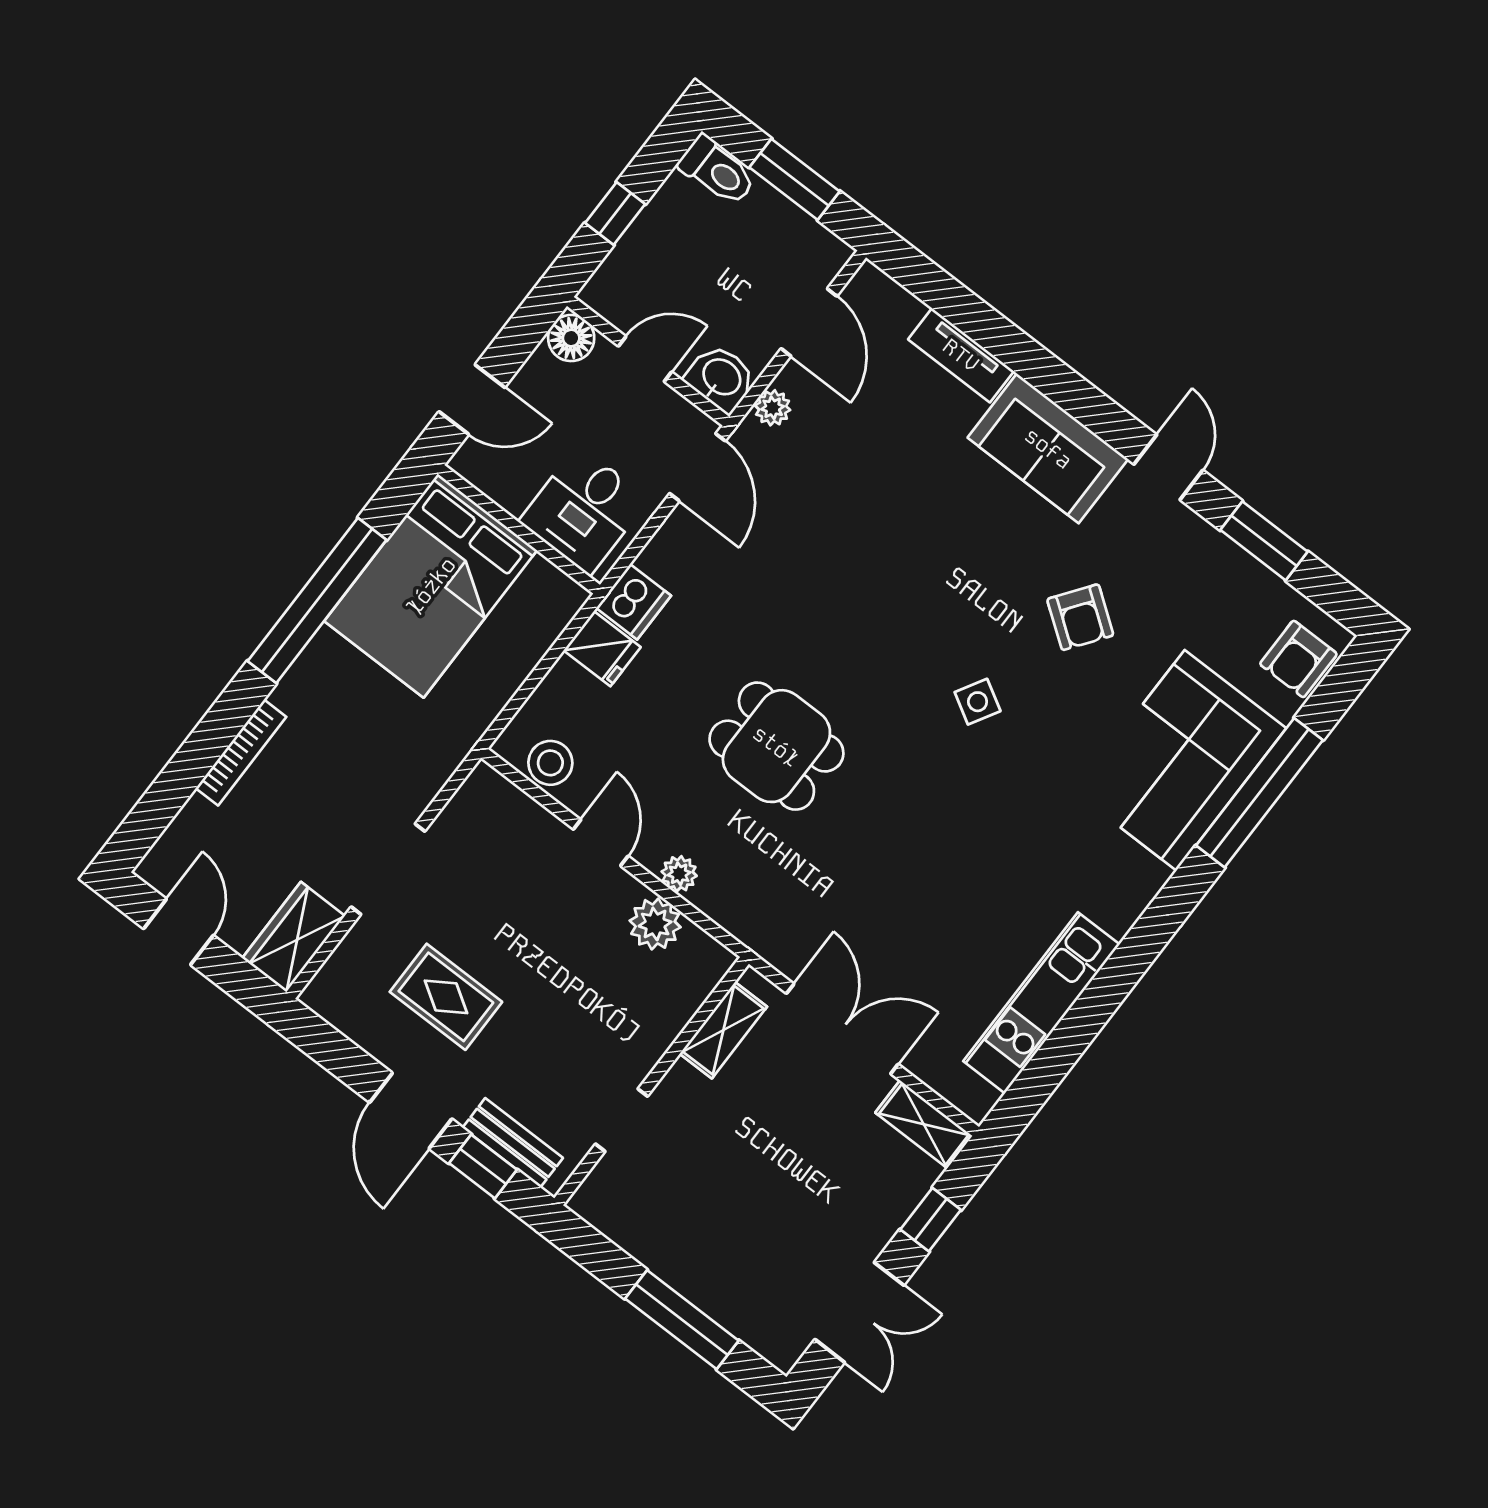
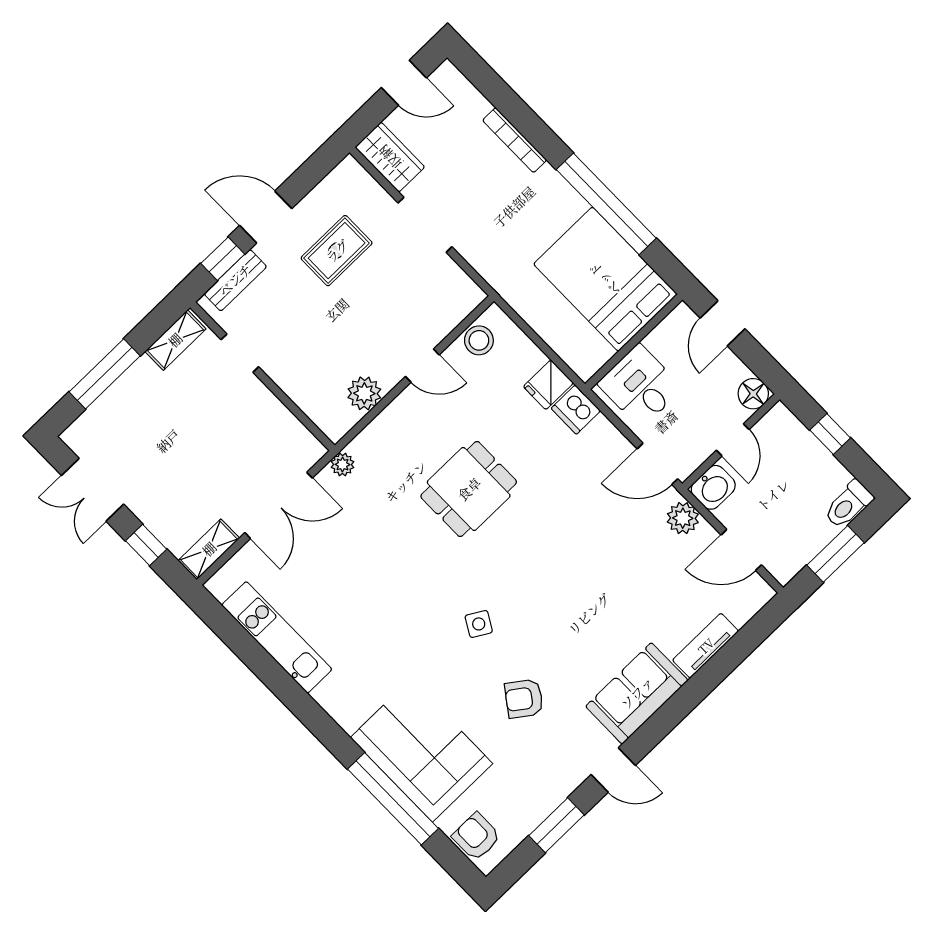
plant: (773, 408) -> (683, 518), width x1.38, depth x1.38
plant: (679, 874) -> (343, 465), moved
shelving: (723, 1030) -> (175, 340), moved, turned 90

